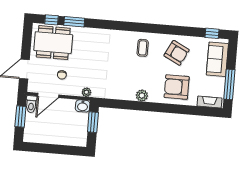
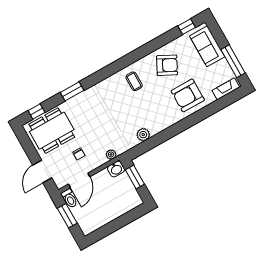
window: (74, 22) -> (72, 91), moved
plant: (142, 96) -> (143, 135), moved

